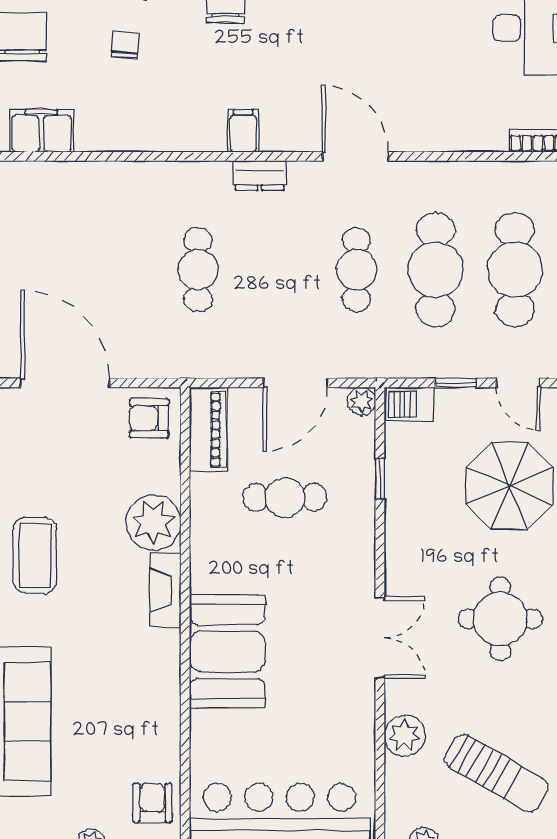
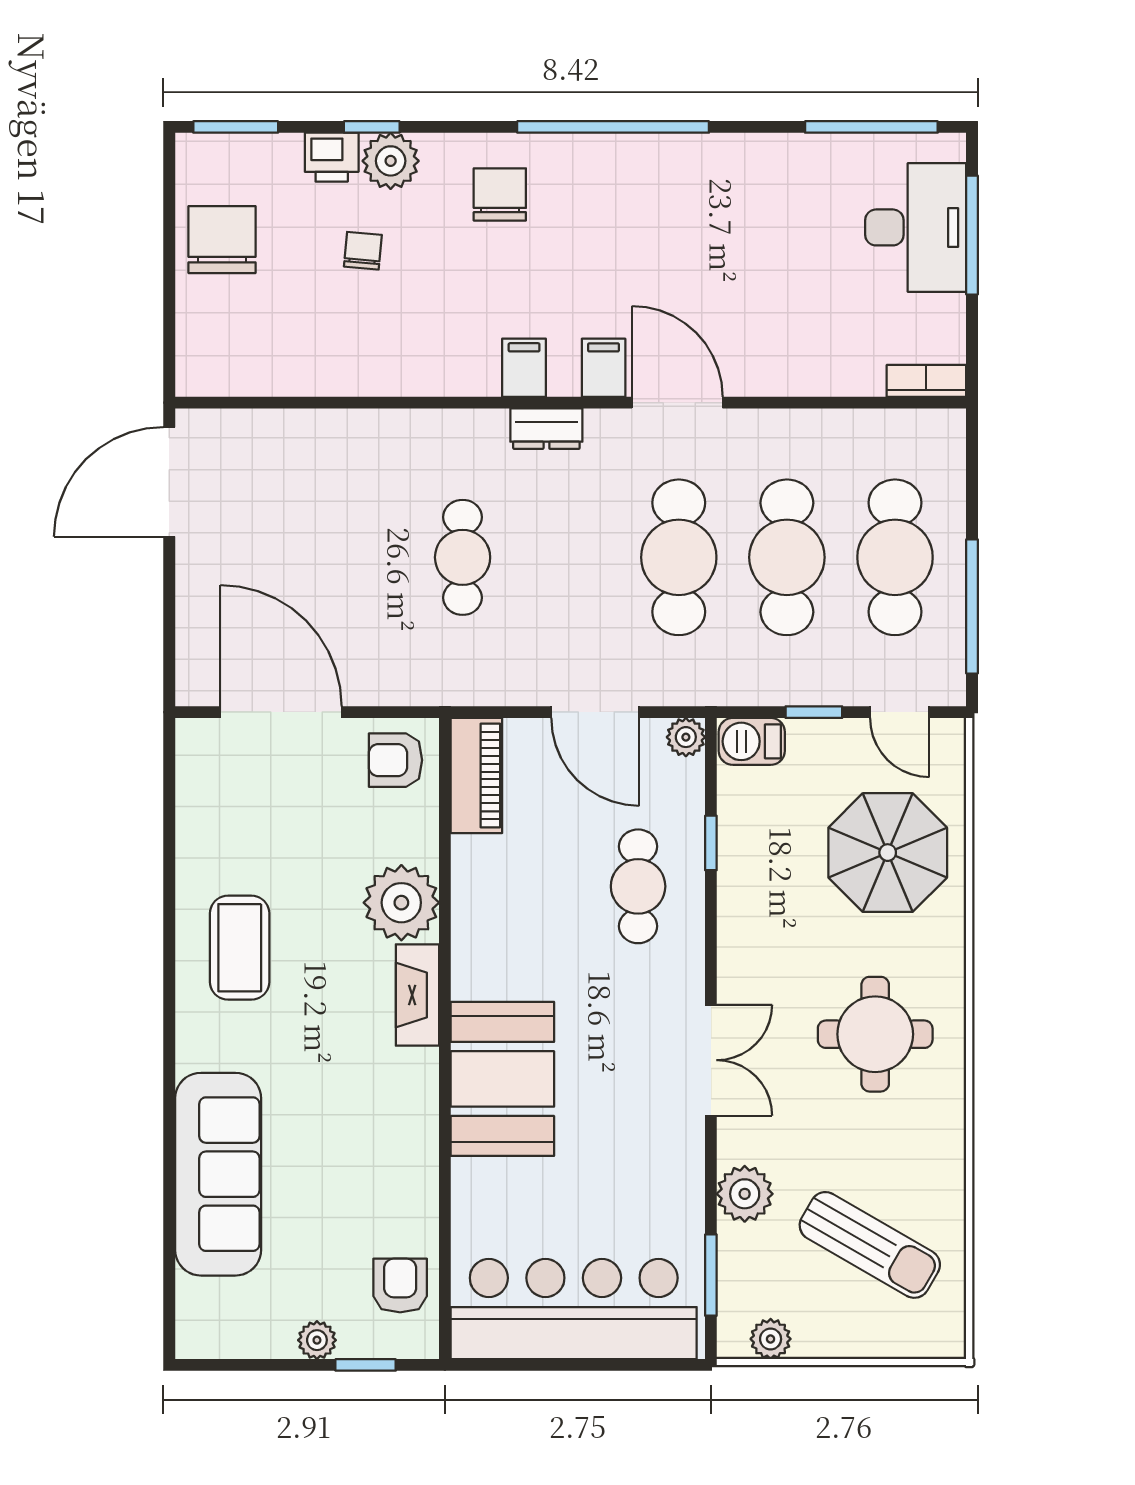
filing cabinet: (42, 131) -> (604, 368), moved, width x0.50
cafe table: (356, 270) -> (679, 557), width x1.37, depth x1.35
door: (295, 383) -> (595, 712), hinge flipped
cafe table: (285, 497) -> (638, 886), moved, turned 90
window: (380, 795) -> (711, 1275), added

